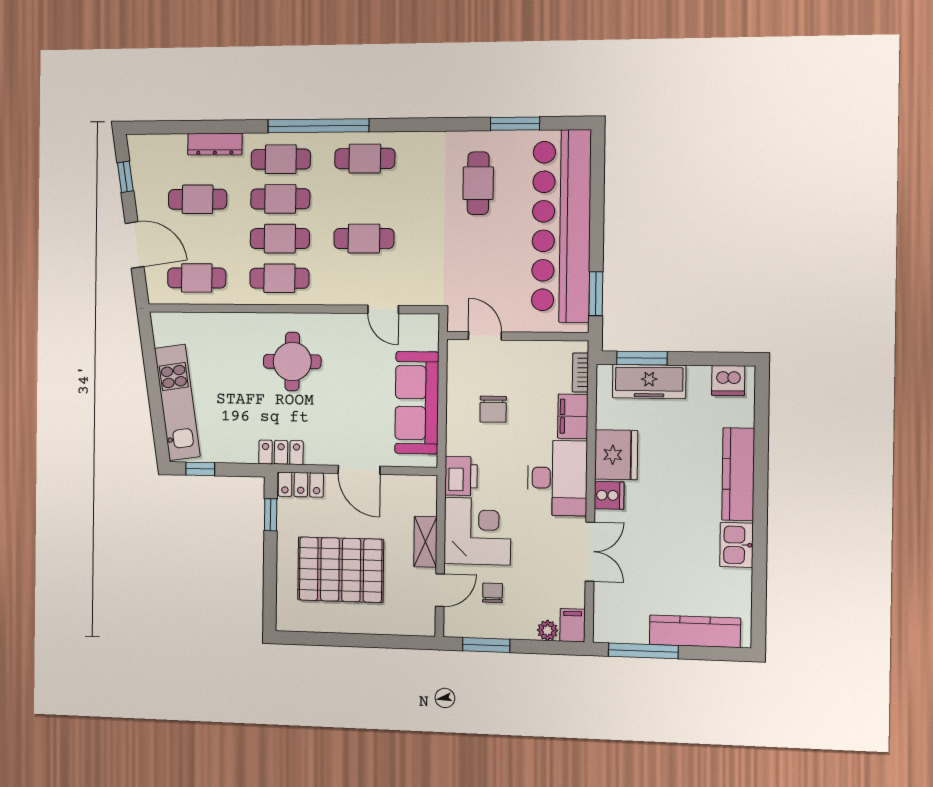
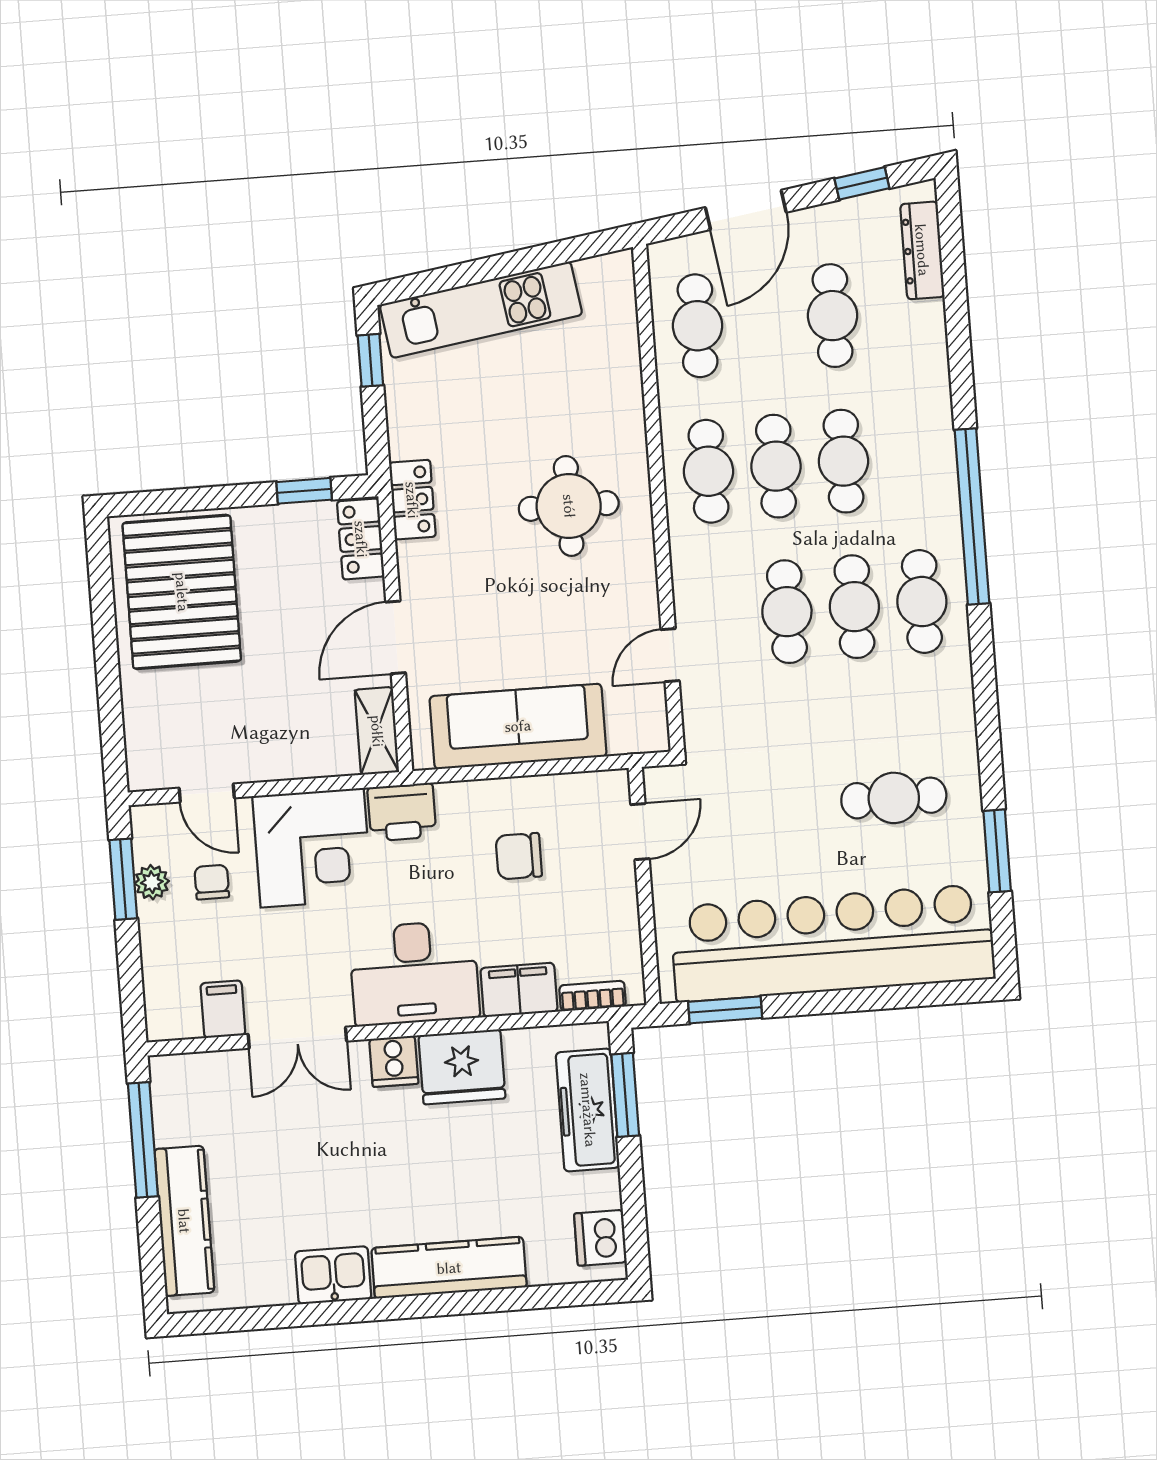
dresser: (215, 144) -> (922, 250), moved
cafe table: (281, 159) -> (854, 607), moved
shelving: (425, 542) -> (377, 731), moved, turned 90
pallet: (341, 570) -> (182, 592), moved
chair: (493, 593) -> (212, 882), turned -90
filing cabinet: (572, 625) -> (223, 1009), moved, turned -90
plant: (547, 630) -> (152, 882), moved

